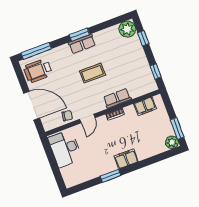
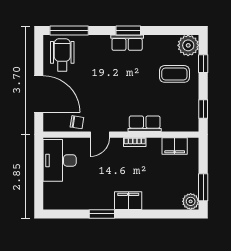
wheelchair: (38, 71) -> (62, 55), turned 90
coffee table: (92, 73) -> (174, 74), moved

